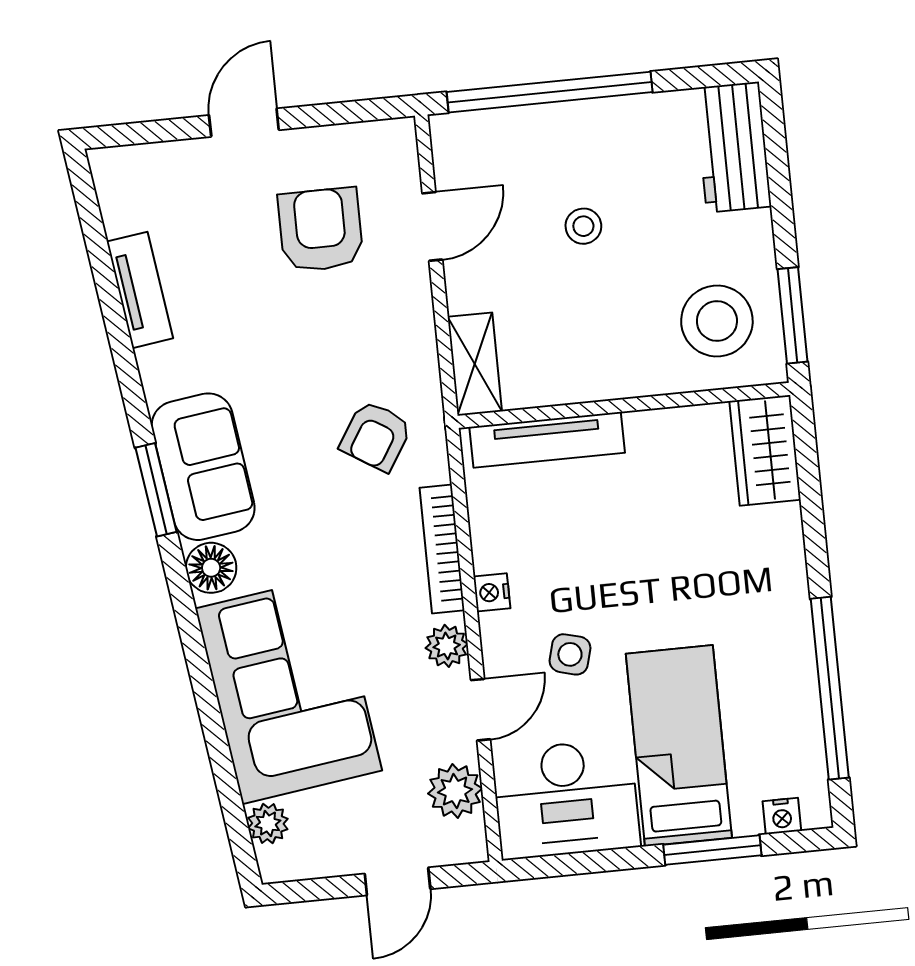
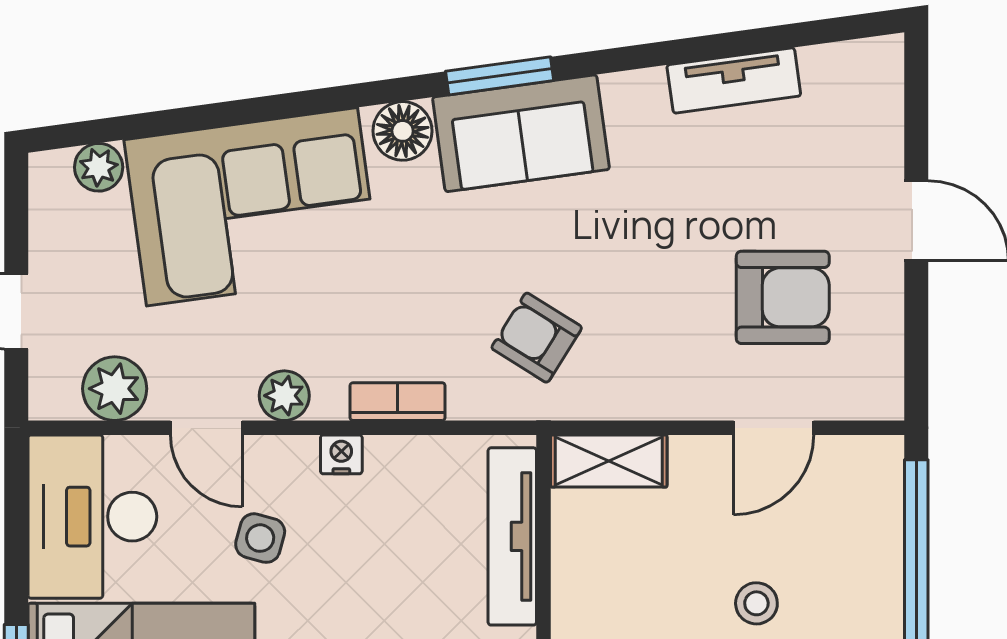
door: (432, 226) -> (774, 428), hinge flipped
bookcase: (442, 549) -> (398, 402), width x0.64

